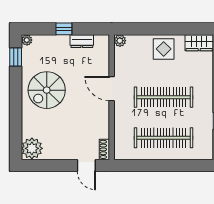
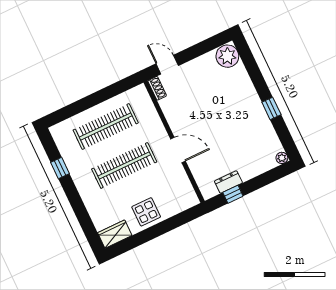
window: (64, 29) -> (233, 194), moved
plant: (120, 41) -> (192, 200), removed
window: (16, 57) -> (271, 108), moved
spiral stairs: (47, 90) -> (240, 119), removed

